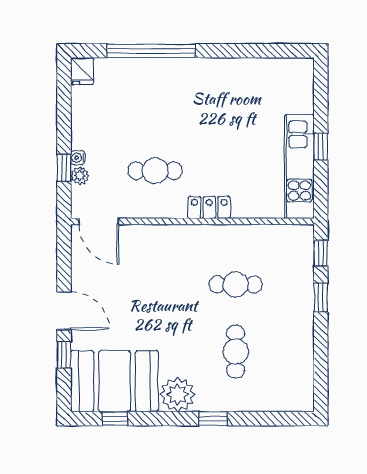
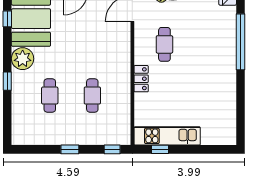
window: (321, 147) -> (160, 149), moved
window: (321, 297) -> (70, 149), moved
cafe table: (236, 352) -> (50, 95), turned 90

